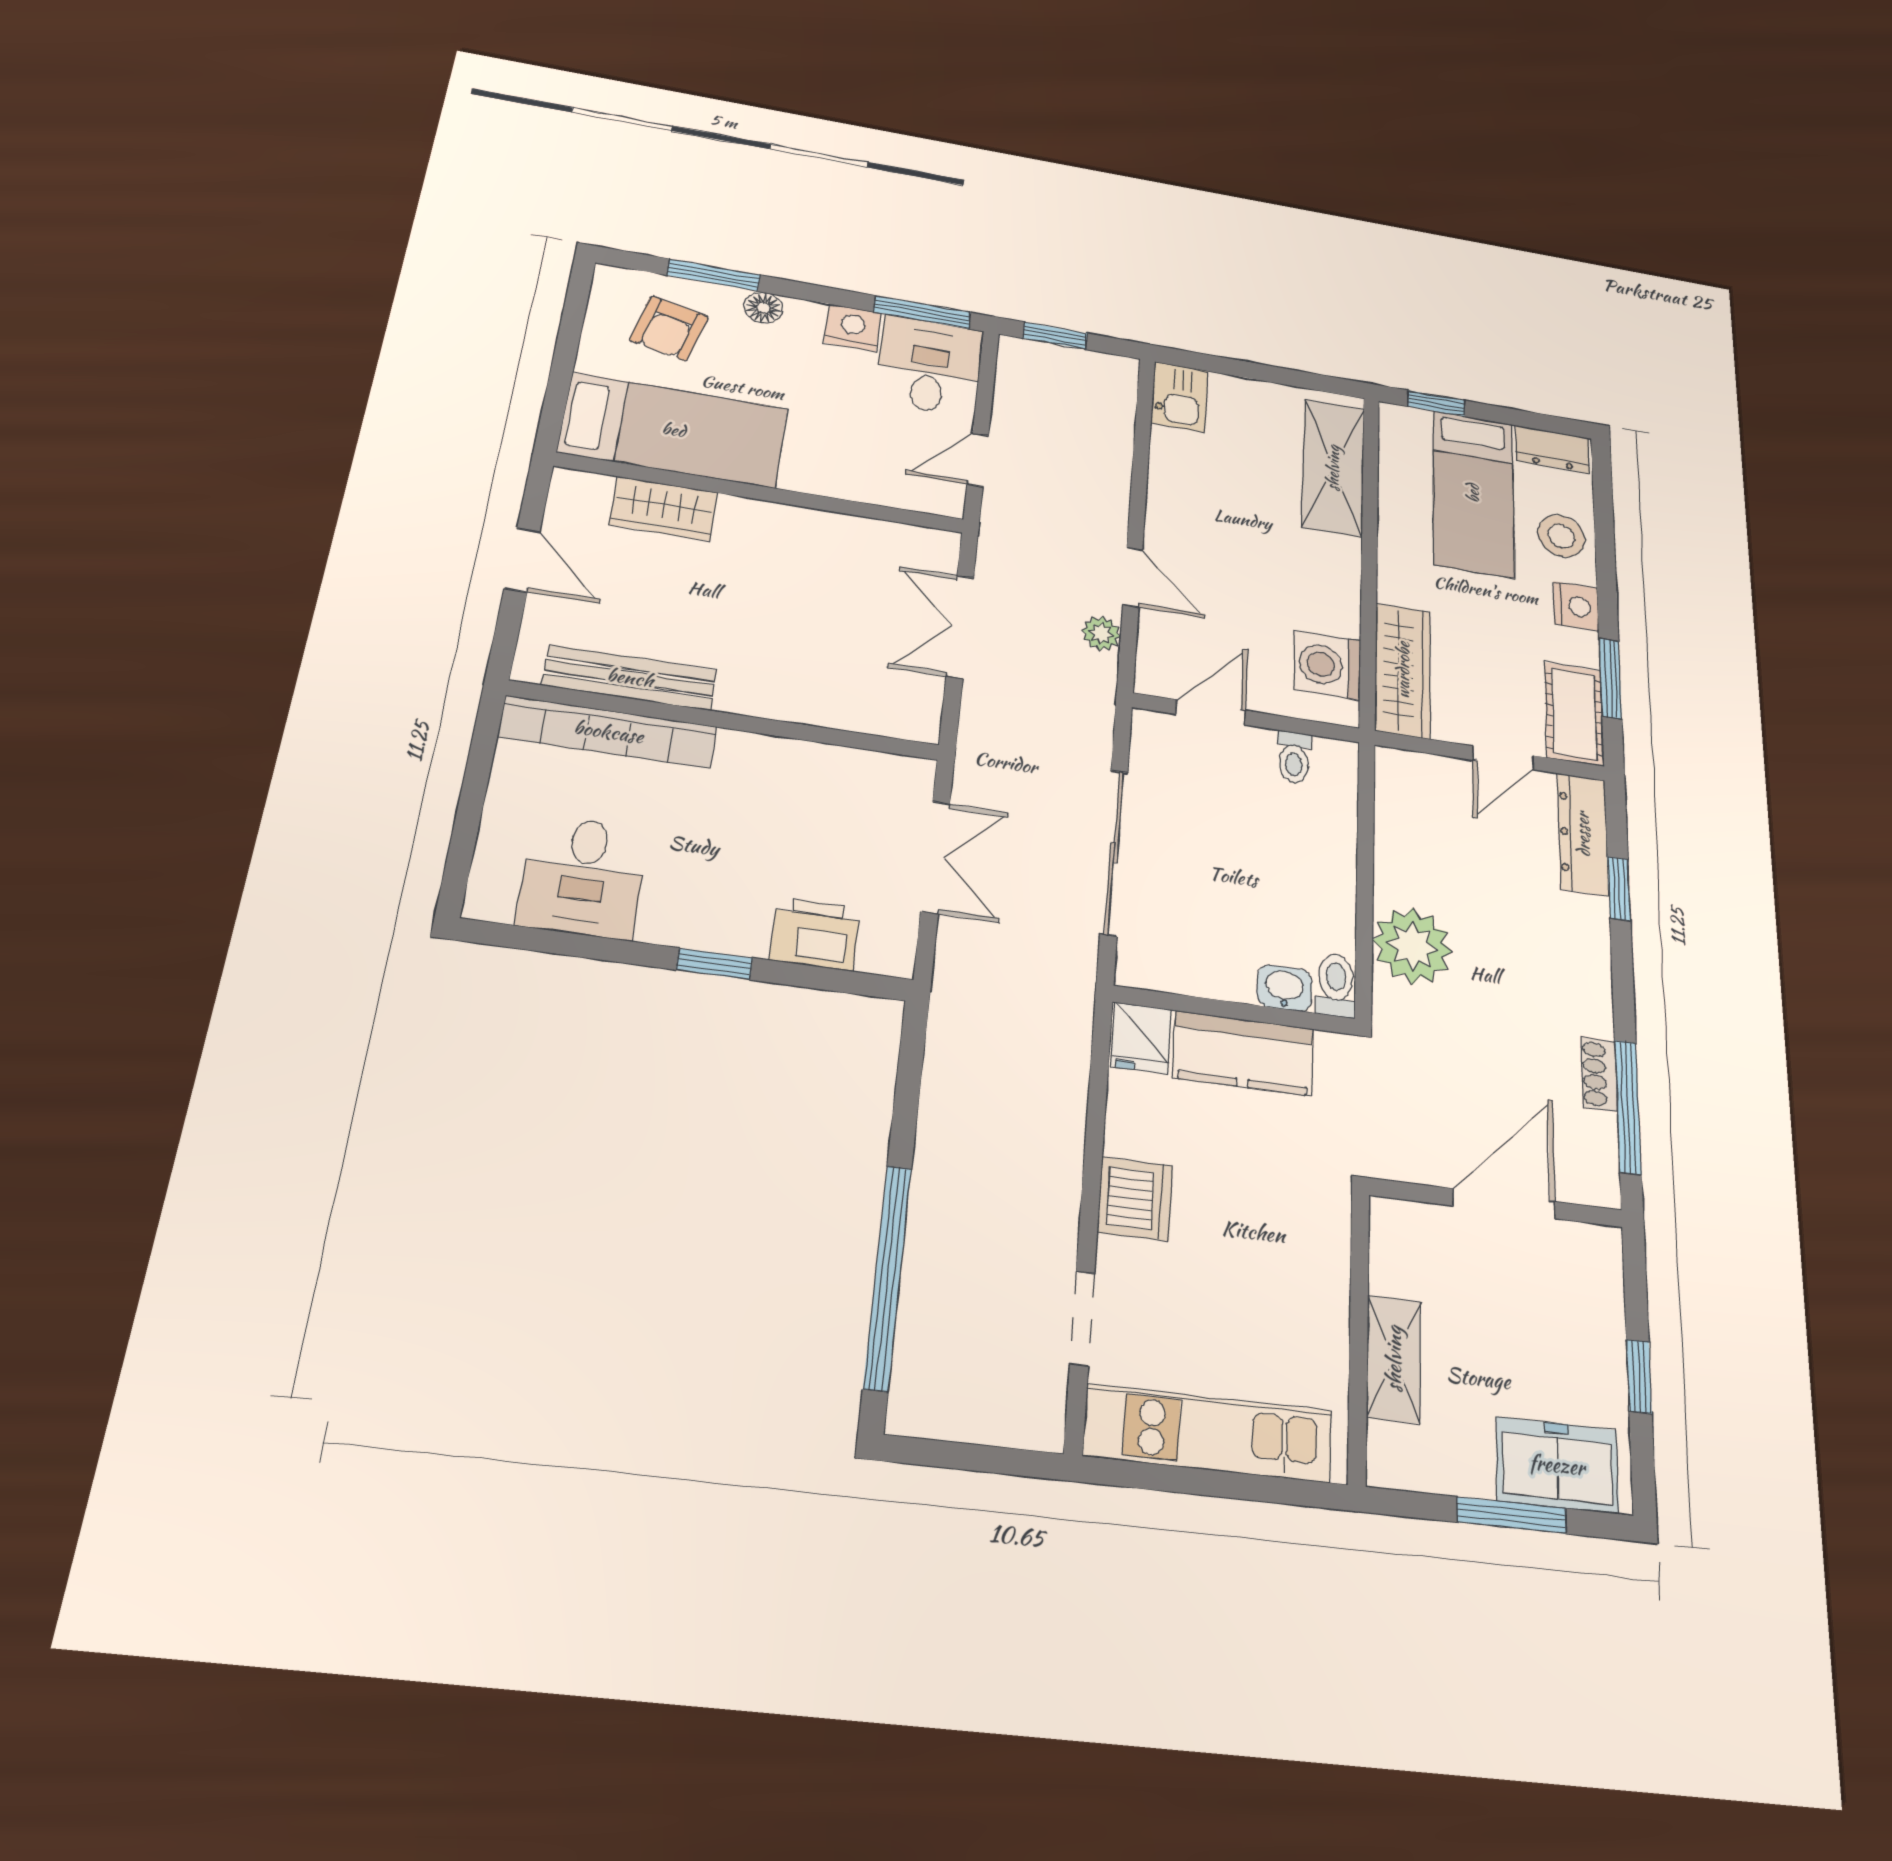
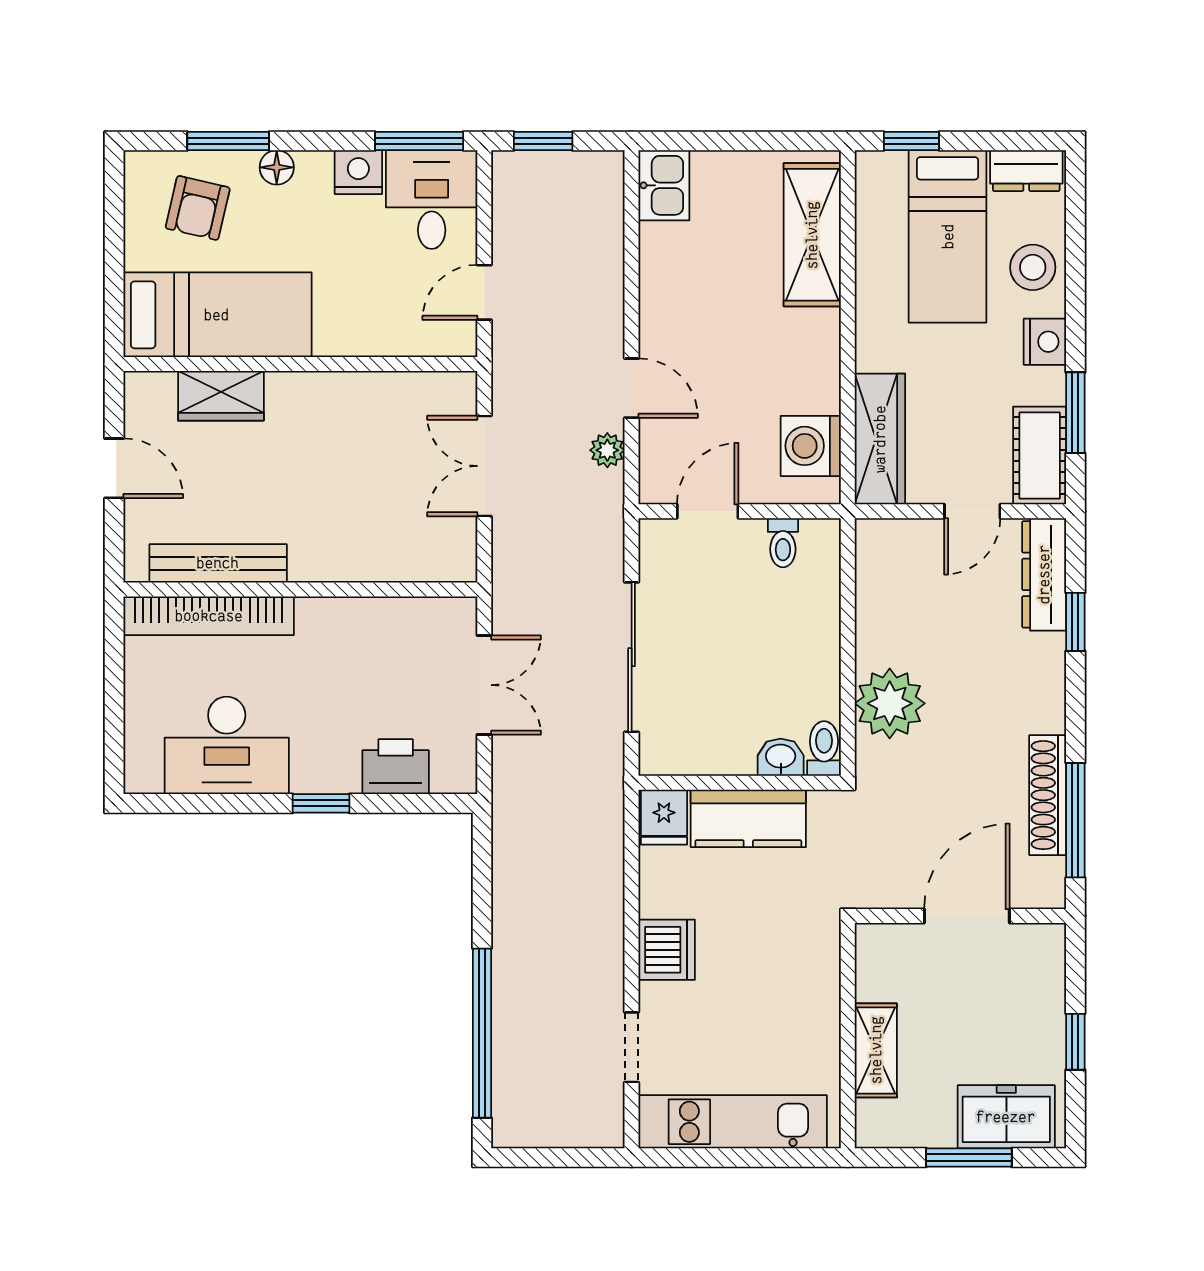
desk: (583, 877) -> (227, 745), width x1.37
shoe rack: (1599, 1074) -> (1048, 795), width x1.94, depth x1.24

